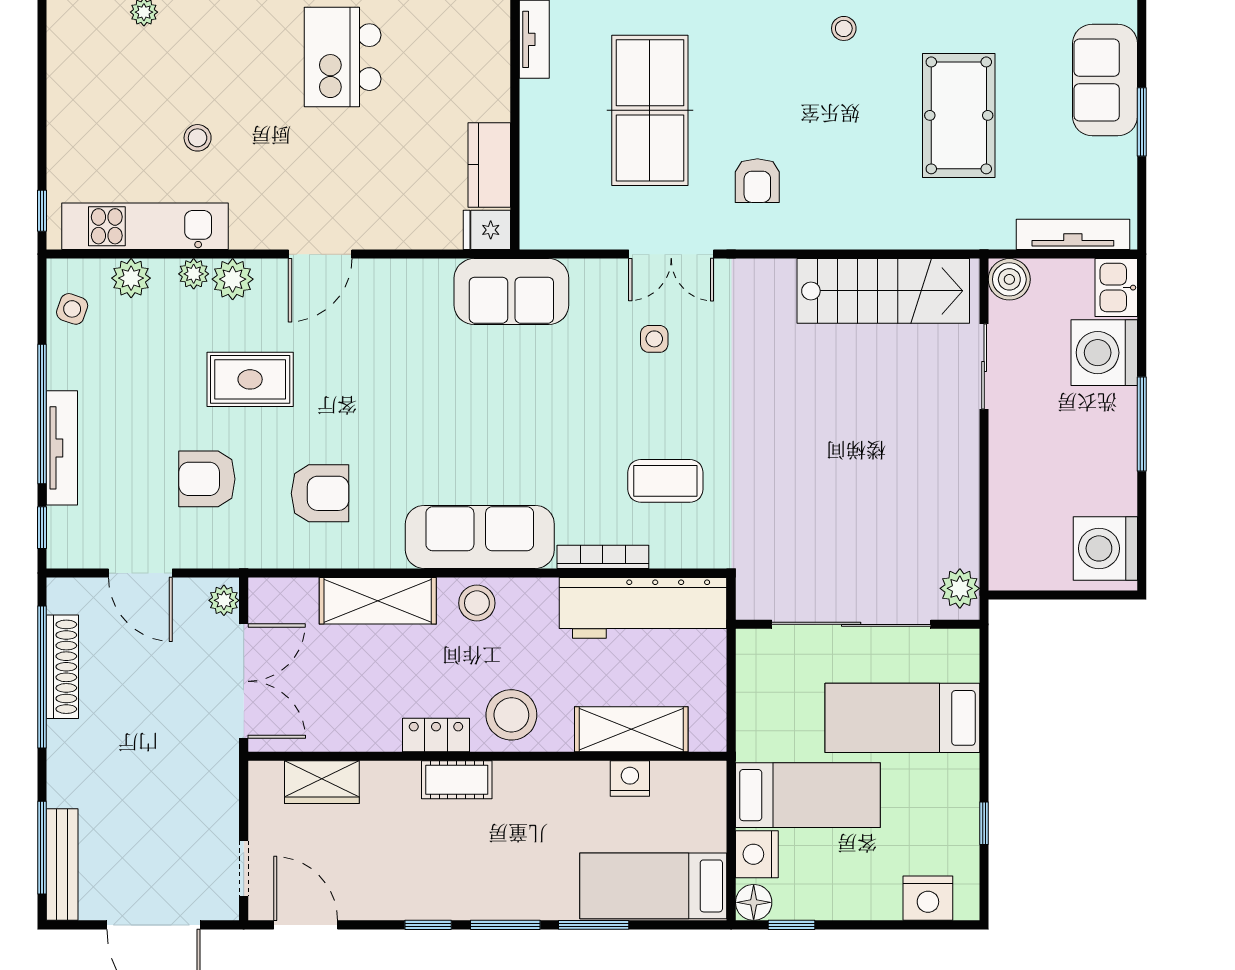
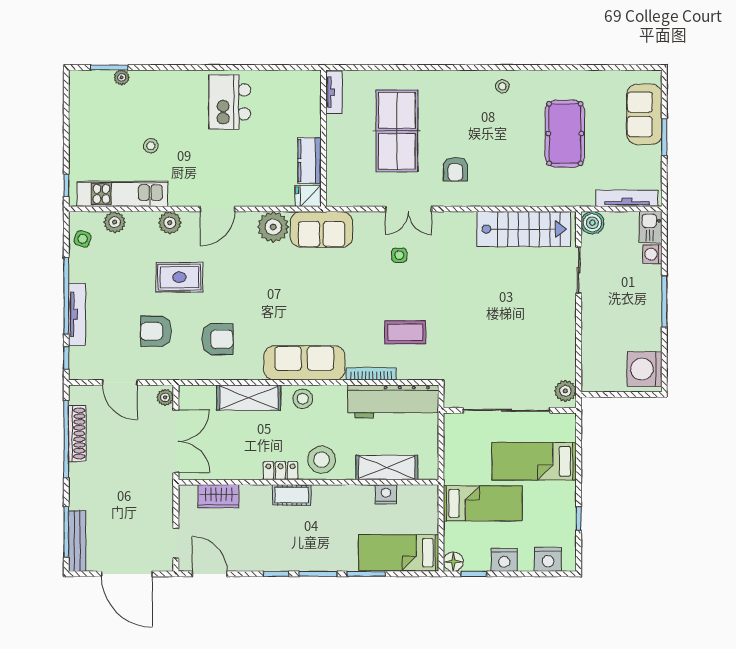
plant: (194, 274) -> (273, 227), moved, width x1.88, depth x1.88
washing machine: (1104, 353) -> (652, 254), width x0.53, depth x0.53
nightstand: (757, 854) -> (504, 560), moved, turned -90

